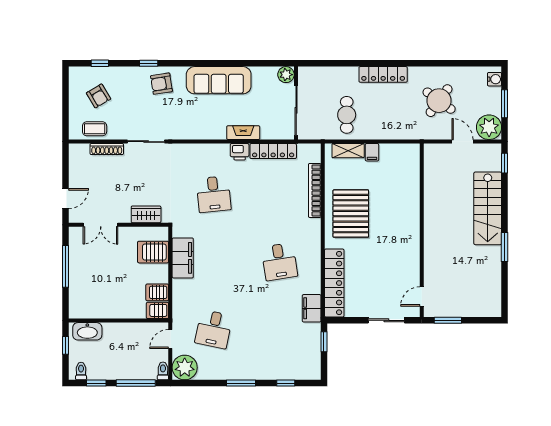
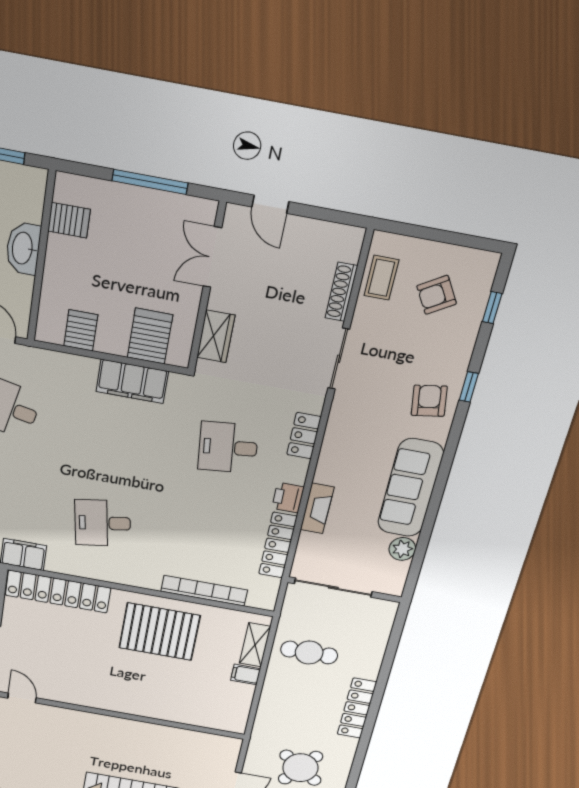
plant: (286, 75) -> (402, 549), moved
locker: (197, 151) -> (304, 436), added
server rack: (157, 310) -> (69, 220), moved, turned 90
washbasin: (87, 331) -> (23, 248), moved

